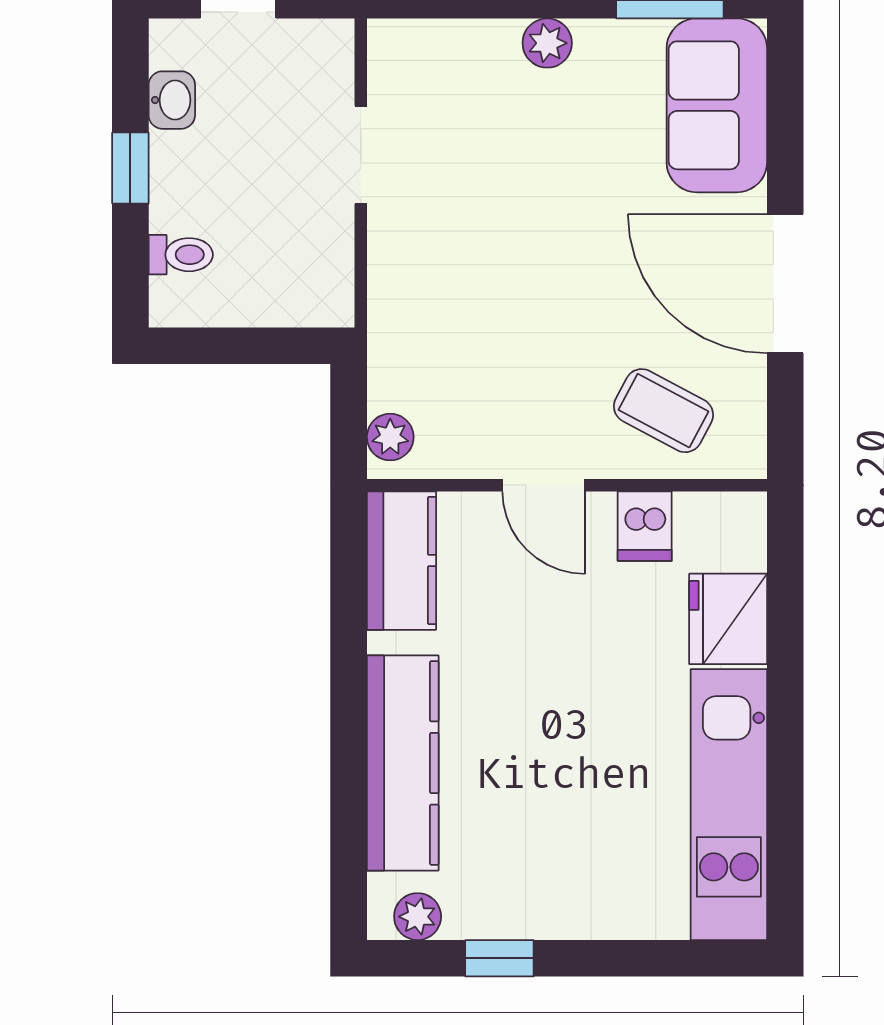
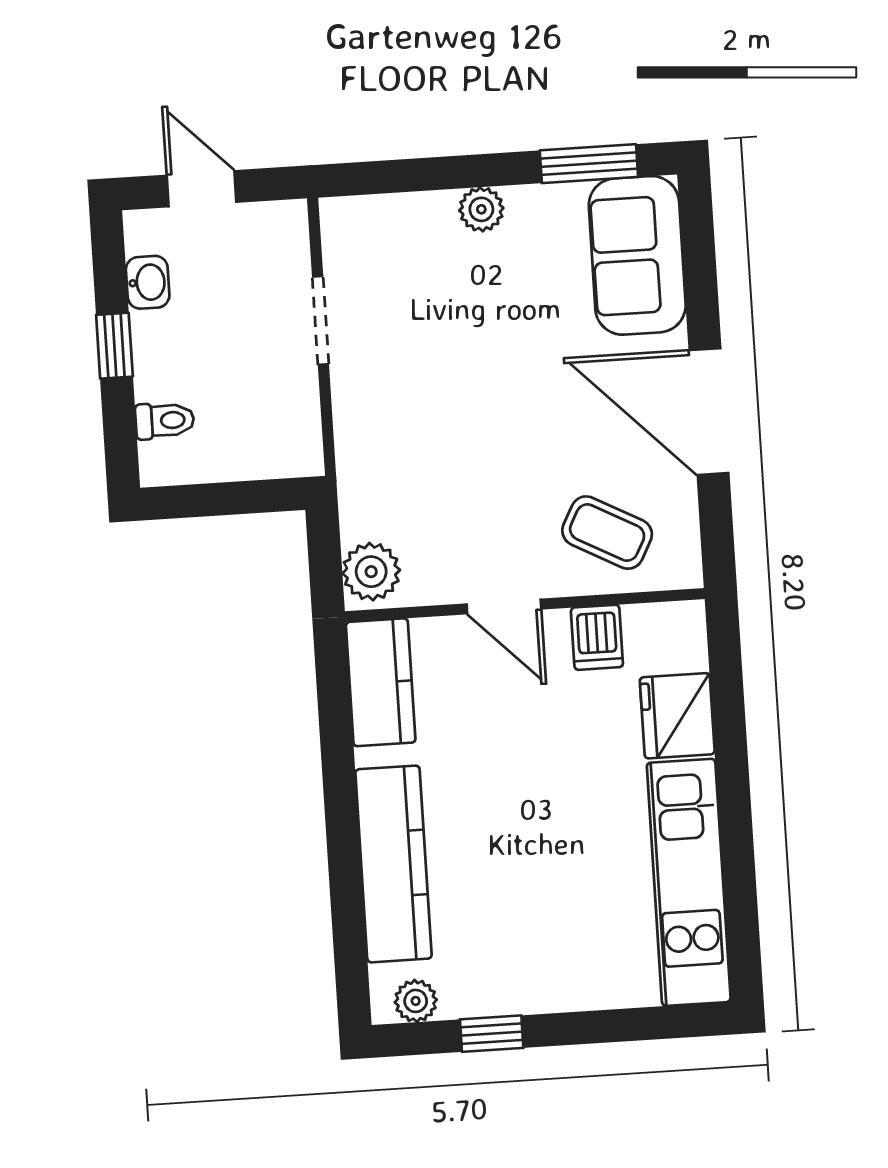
plant: (390, 437) -> (371, 572), width x1.38, depth x1.38

